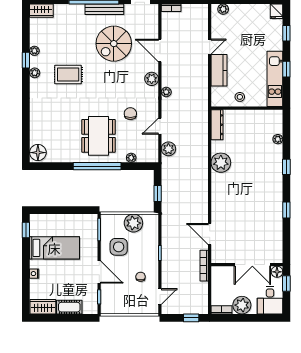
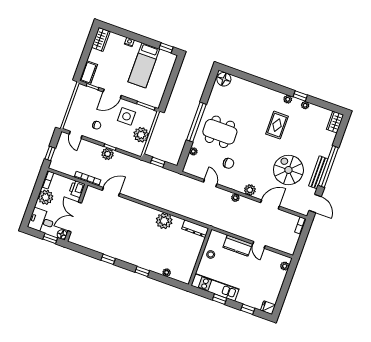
plant: (168, 149) -> (108, 154), moved
printer: (220, 273) -> (77, 189), added
cot: (69, 307) -> (88, 73), moved

